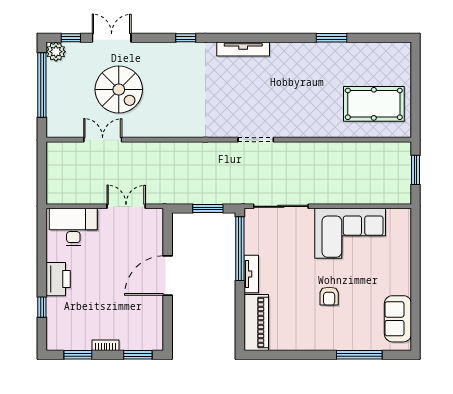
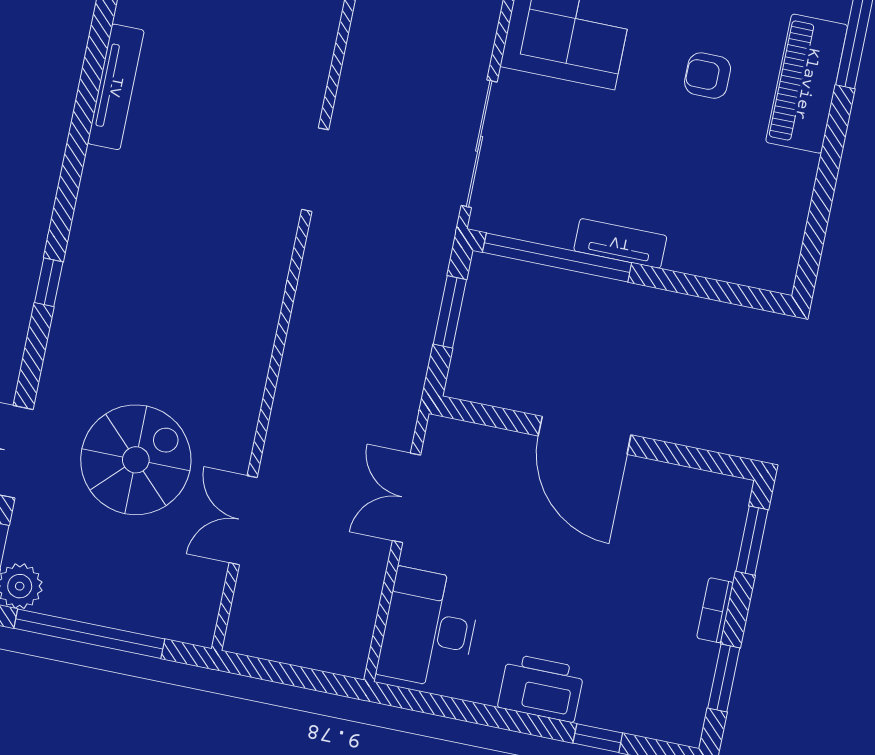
tv unit: (243, 49) -> (116, 87), moved
armchair: (329, 296) -> (708, 76), turned 180
piano: (256, 322) -> (807, 84), moved, turned -90

